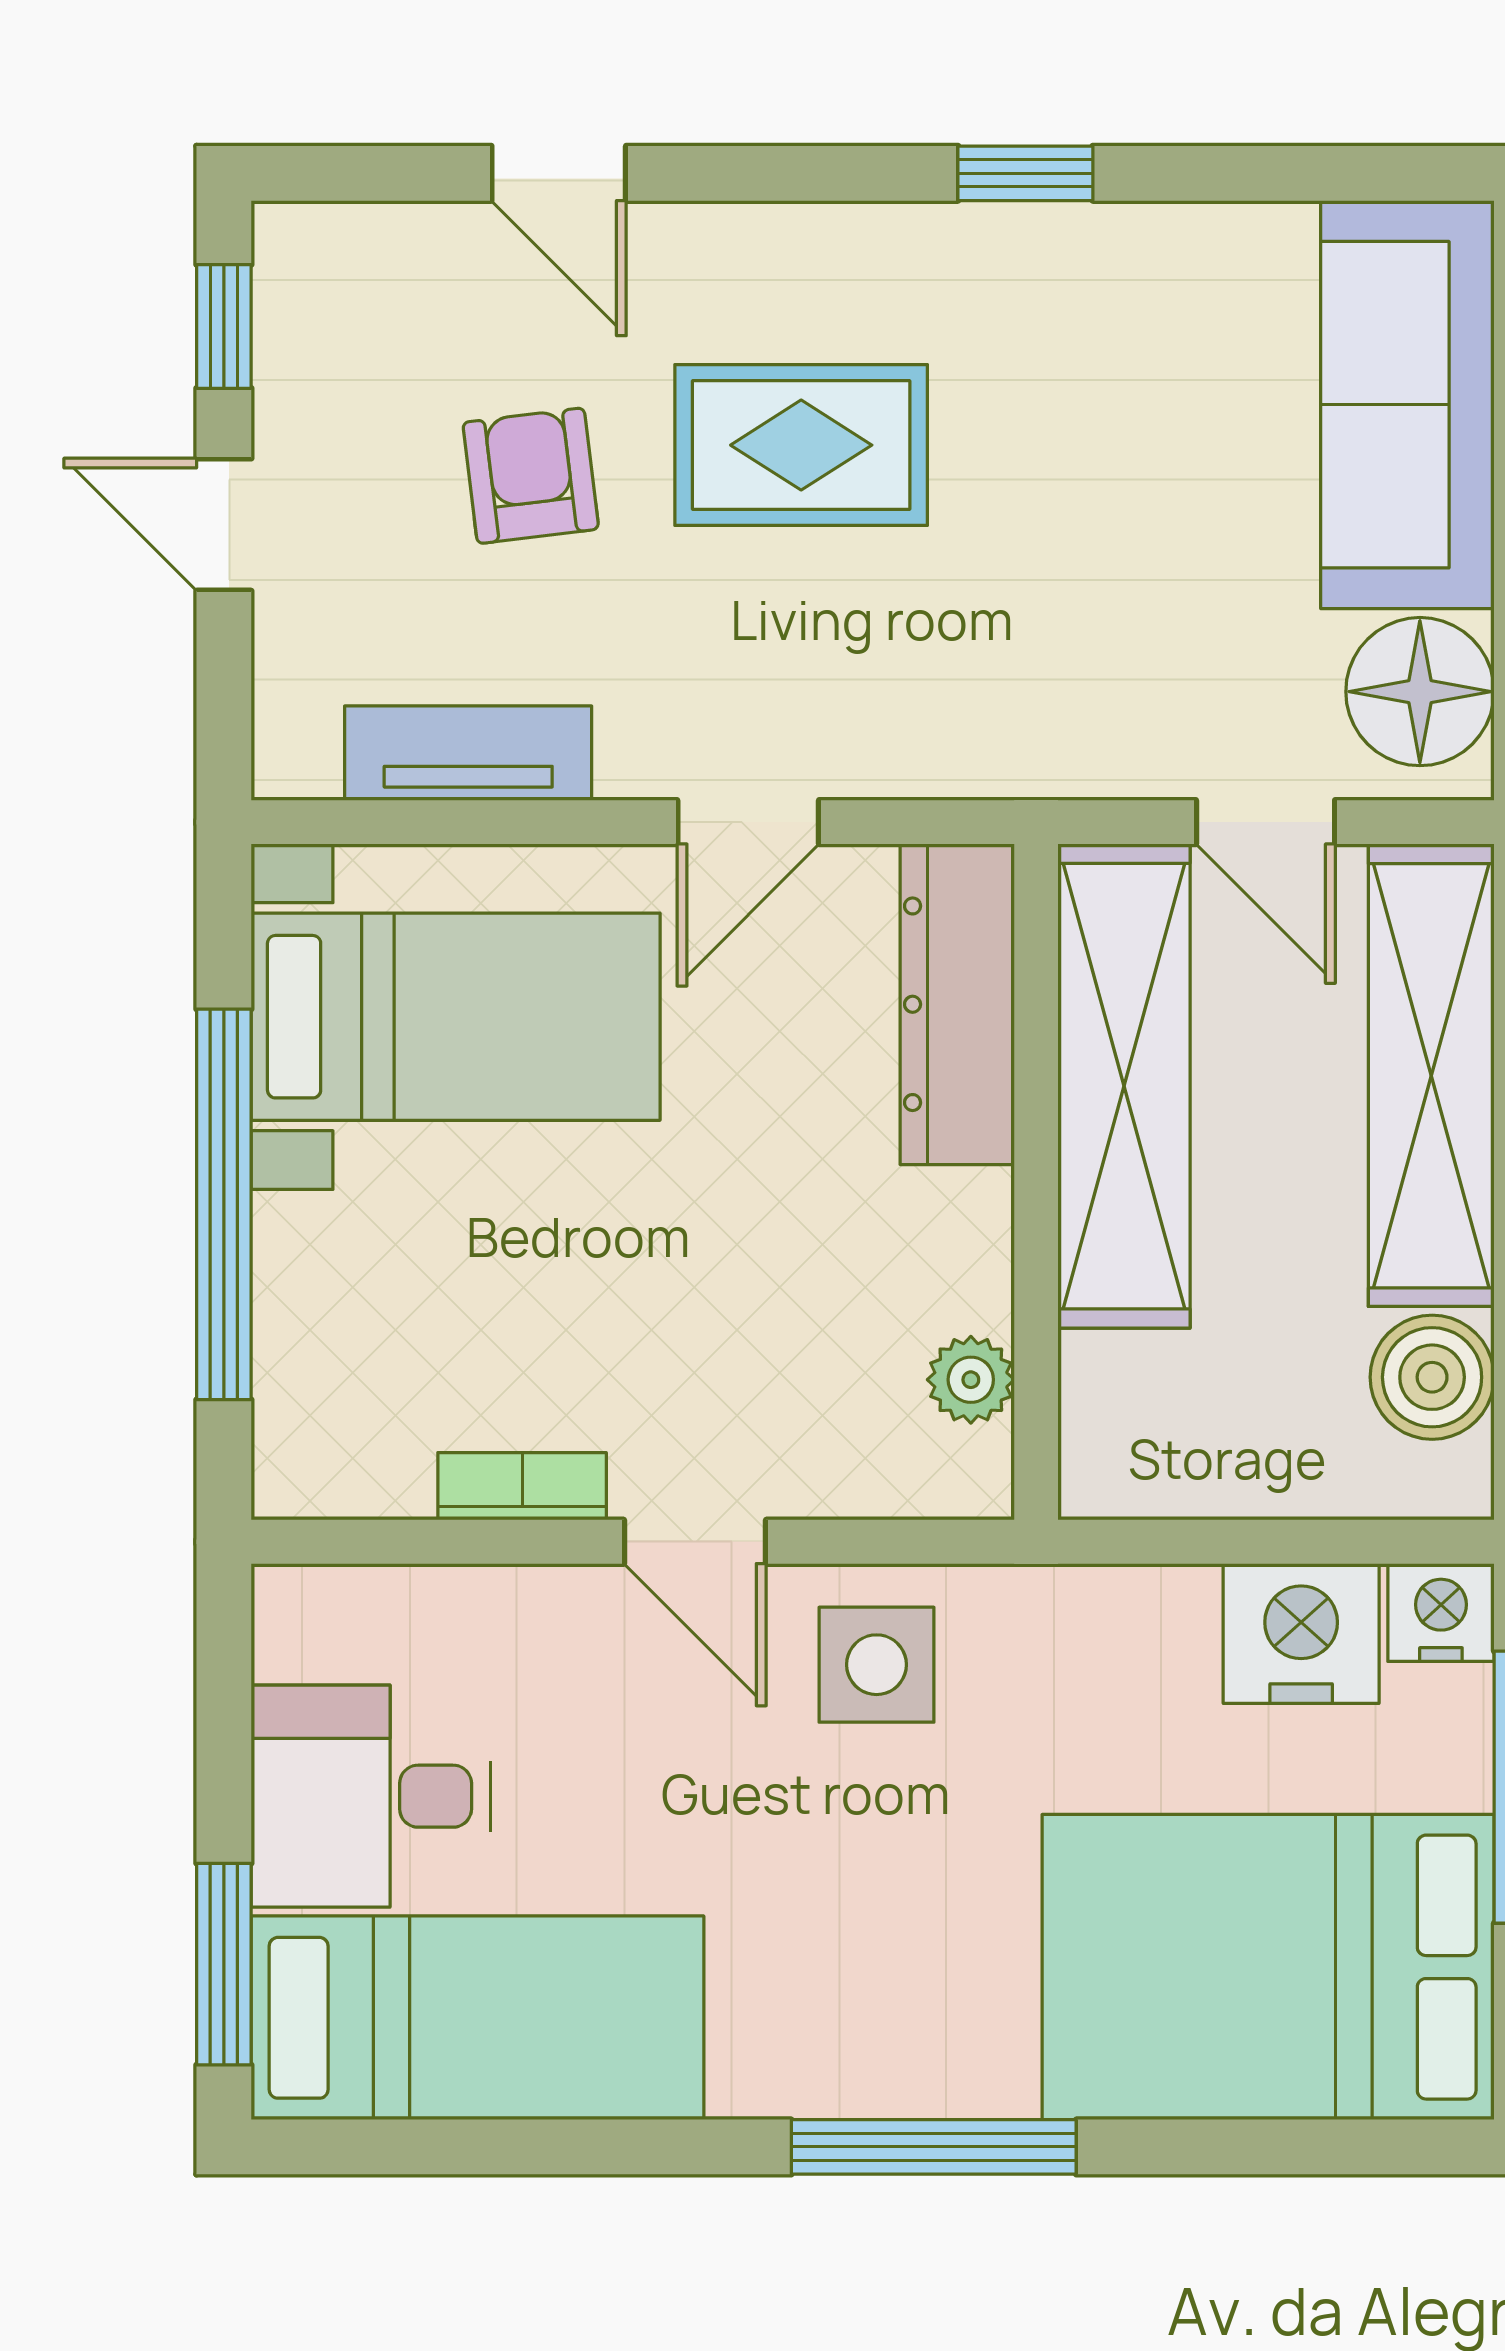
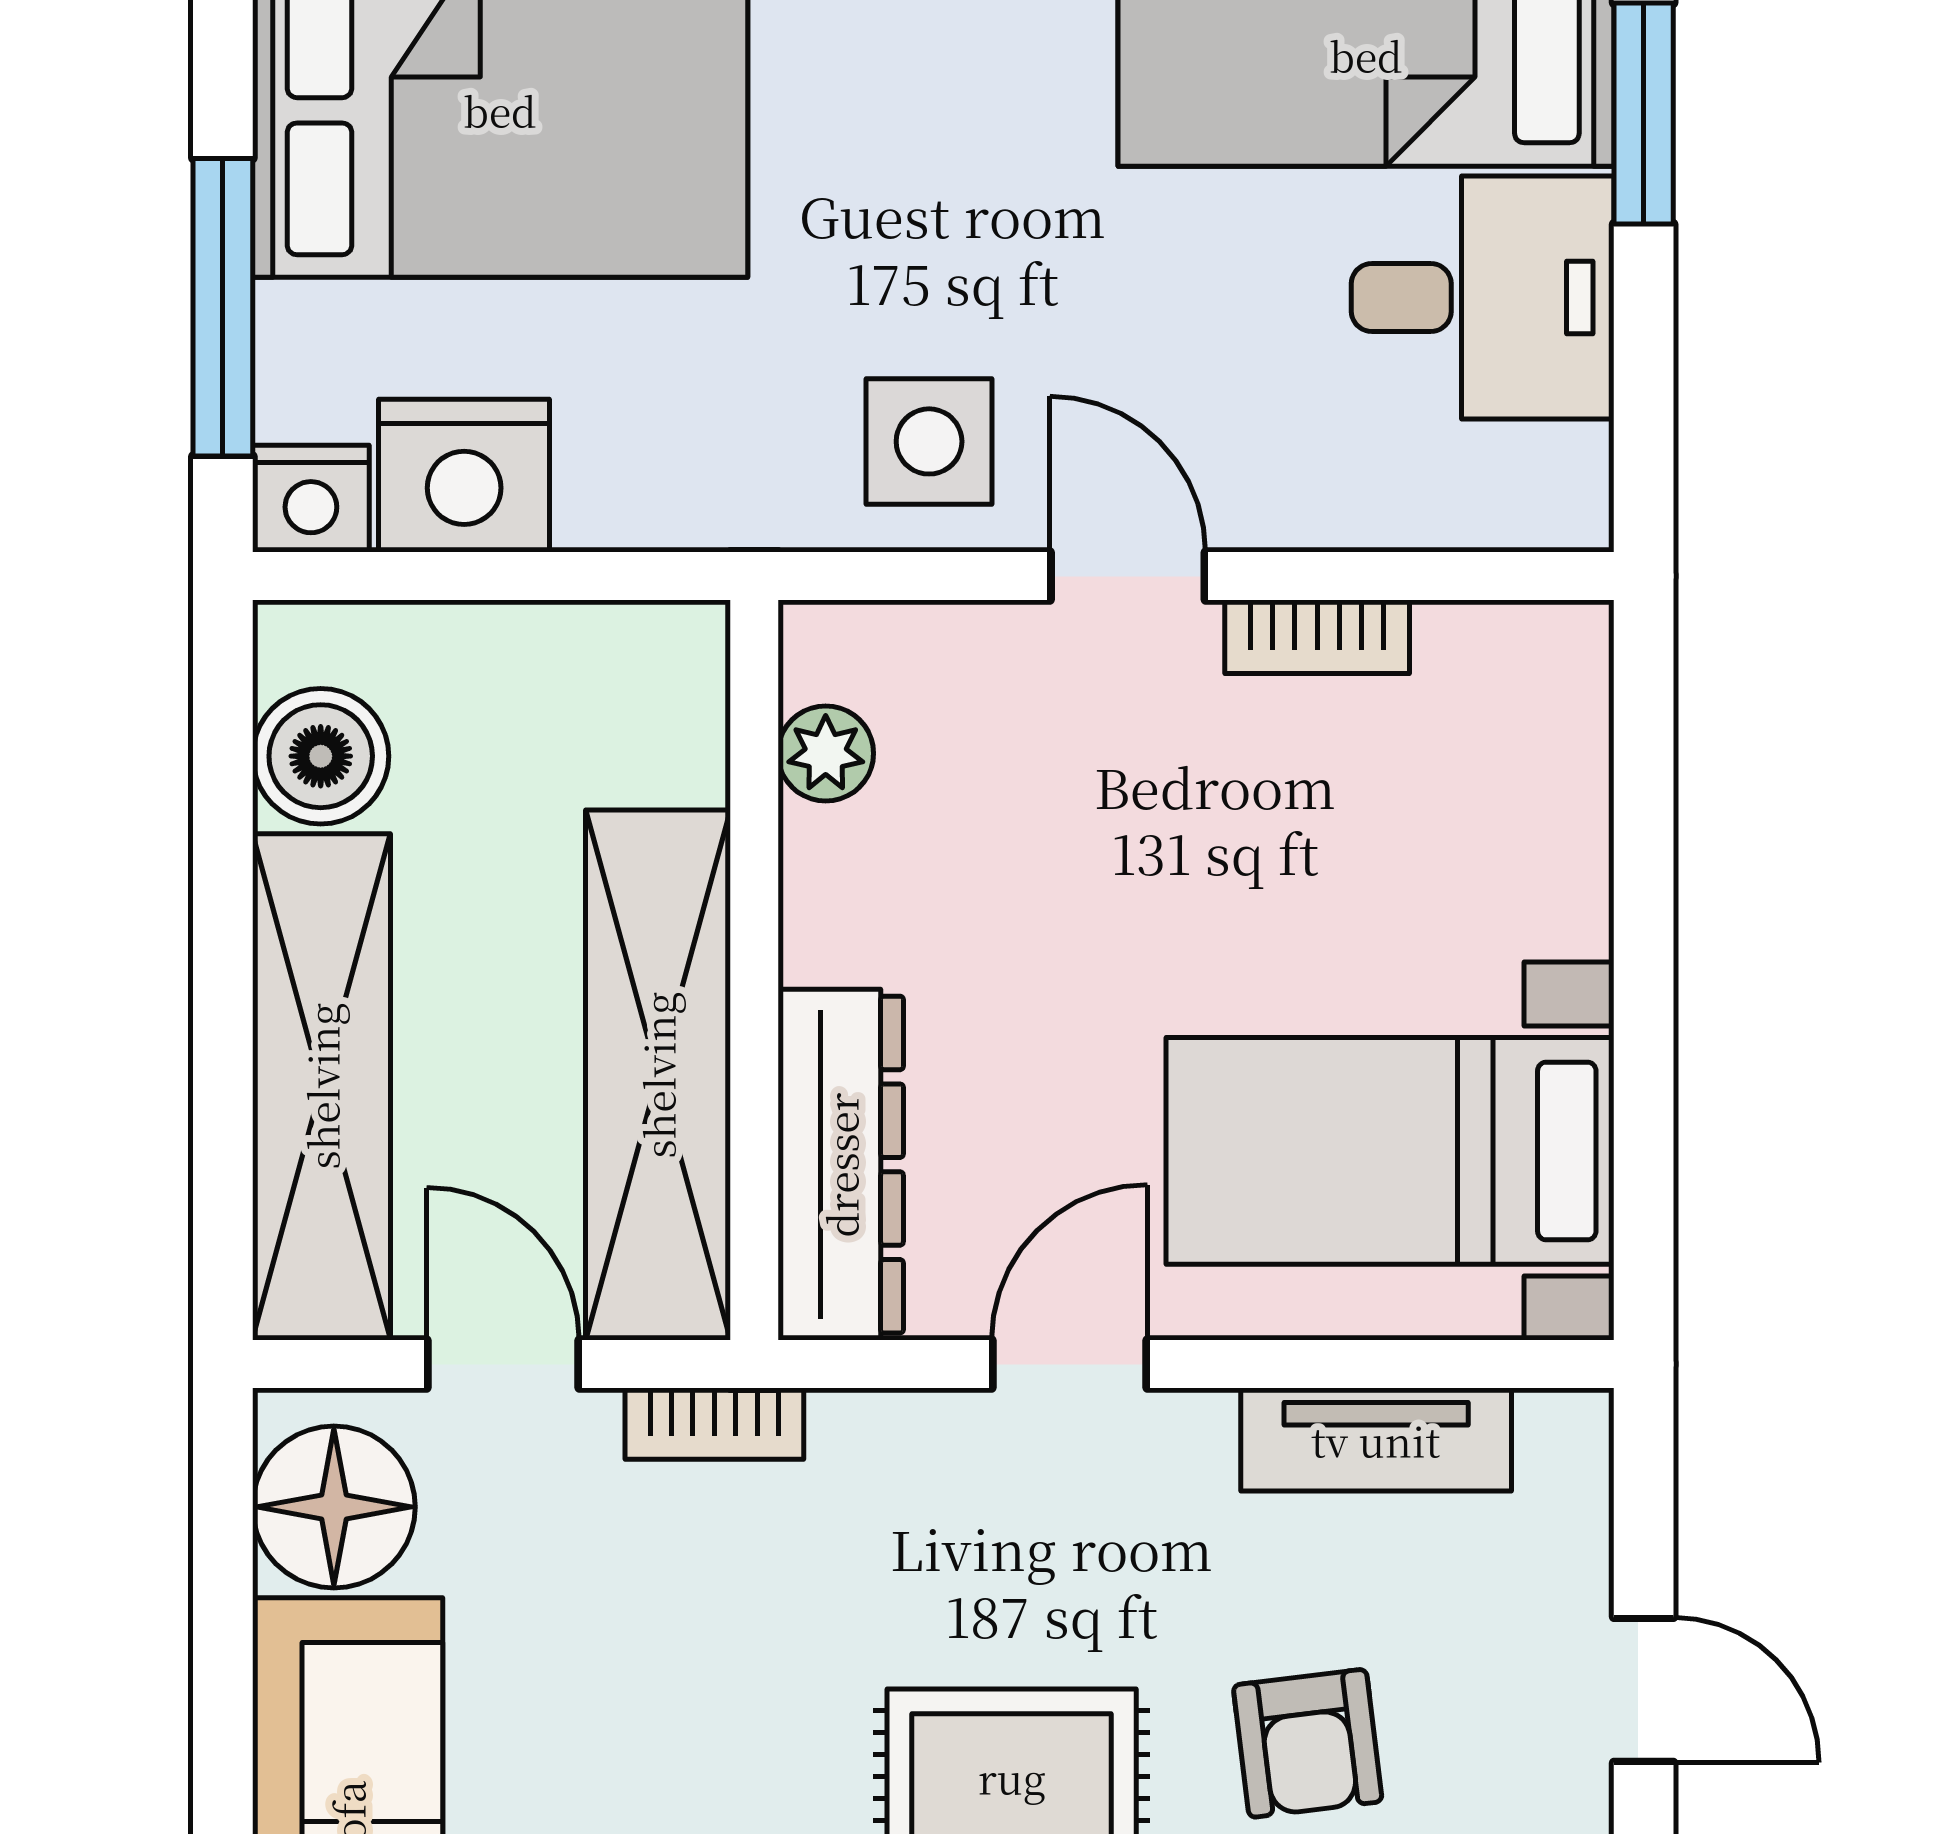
bookcase: (1073, 768) -> (714, 1424), added
window: (224, 1204) -> (1644, 945), removed

